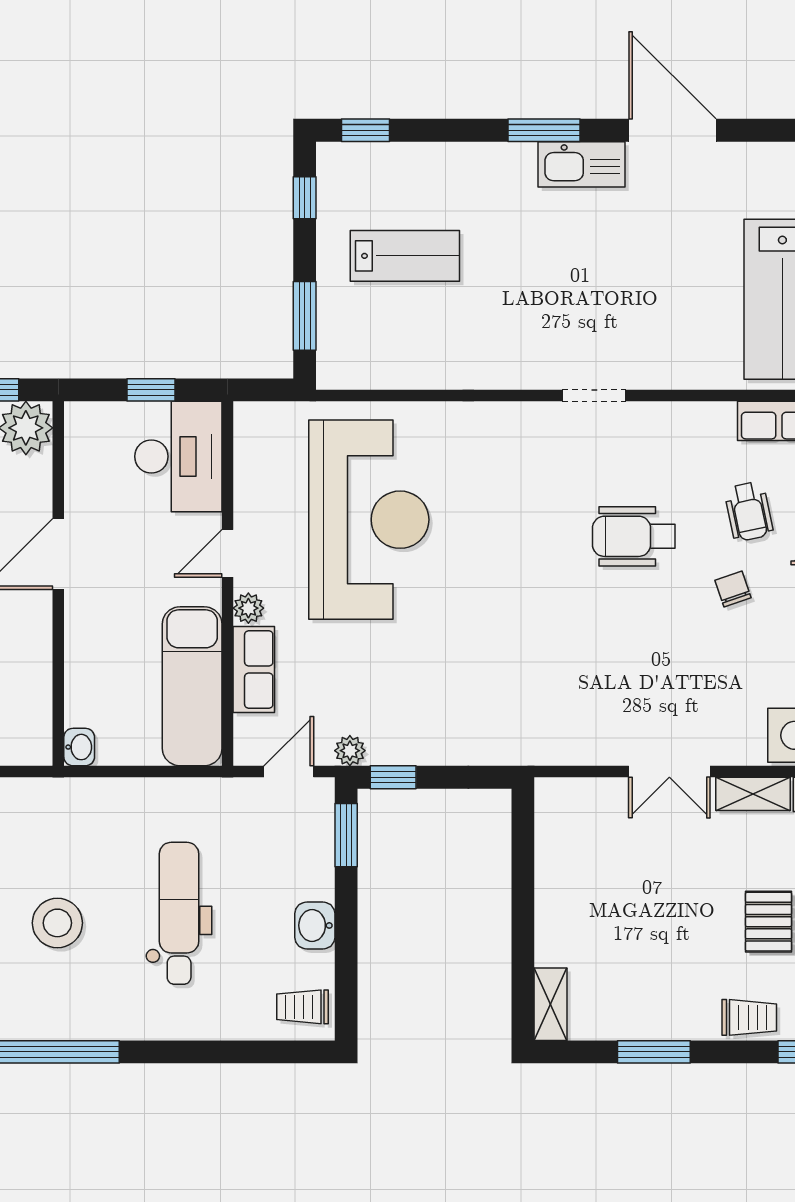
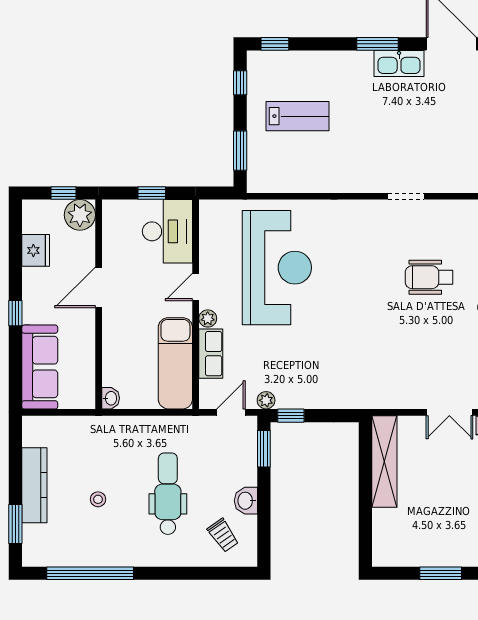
stool: (57, 923) -> (98, 499), width x0.53, depth x0.53
shelving: (550, 1004) -> (384, 461), moved, width x2.20, depth x1.33
trolley: (303, 1007) -> (223, 535), moved, turned -125

